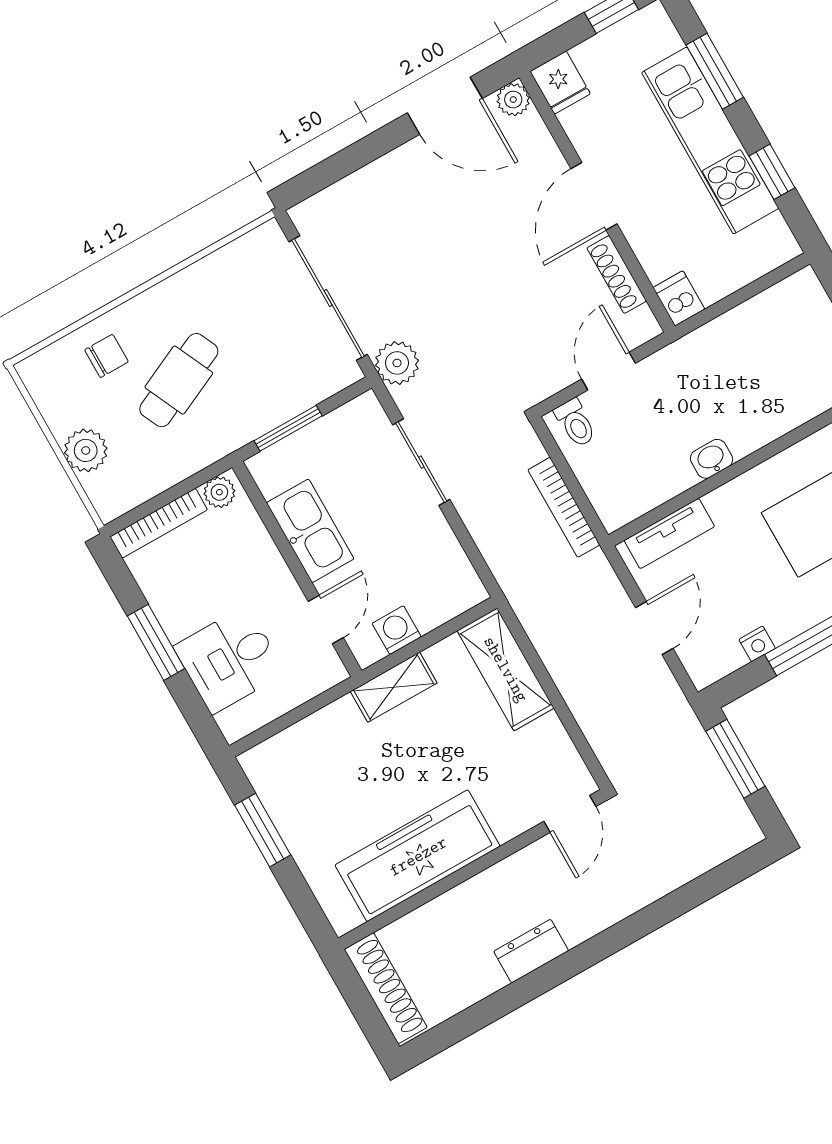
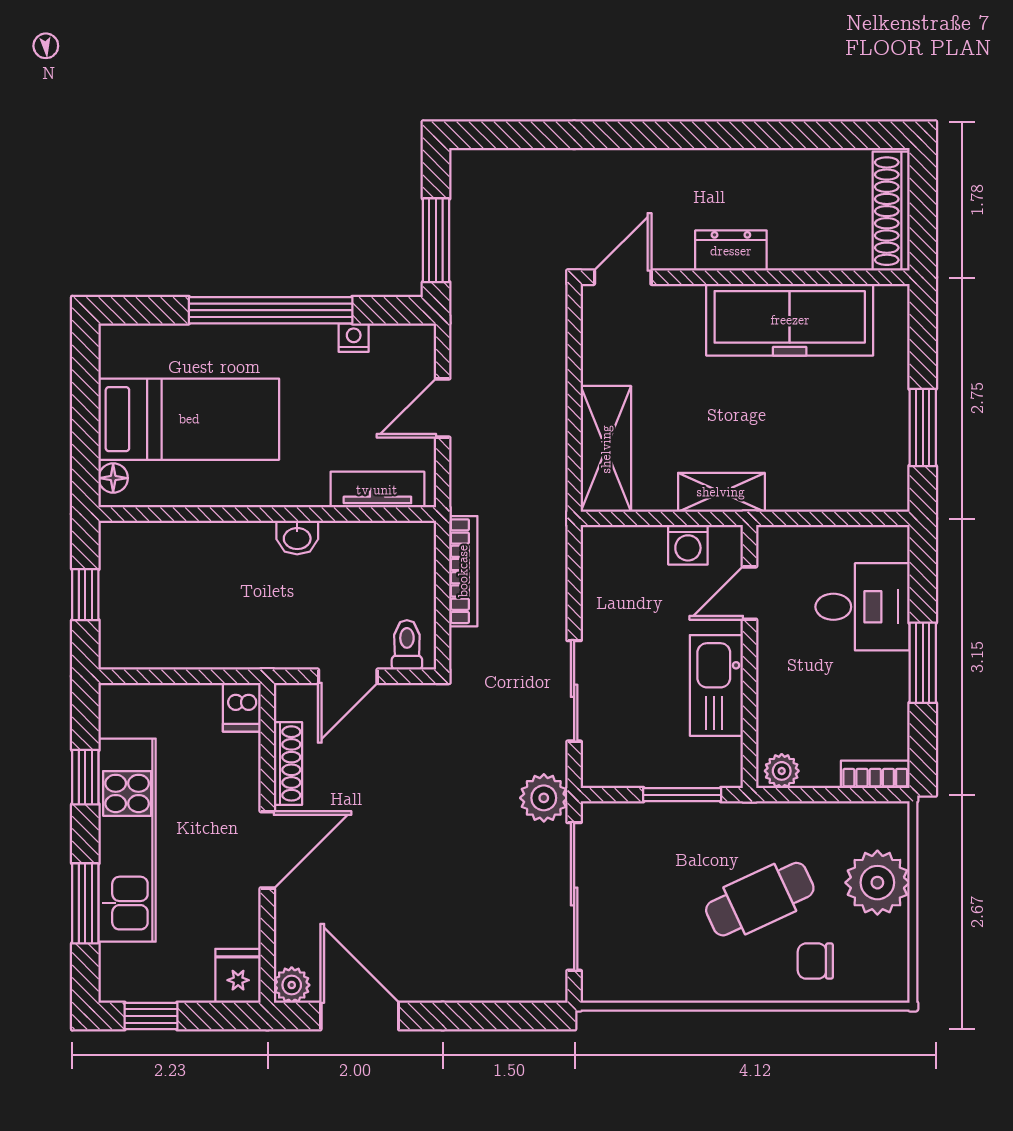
plant: (86, 450) -> (877, 883), width x1.36, depth x1.36
bookcase: (159, 523) -> (875, 774), width x0.64
dresser: (531, 951) -> (731, 251), moved, turned 180

